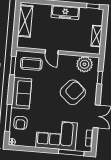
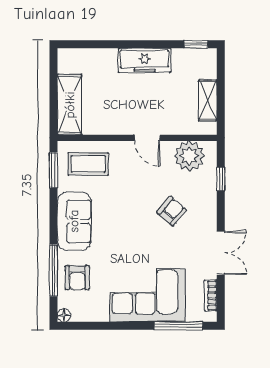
shelving: (25, 21) -> (70, 105), moved
door: (52, 52) -> (147, 138), moved
armchair: (73, 92) -> (172, 211), width x0.53, depth x0.53

